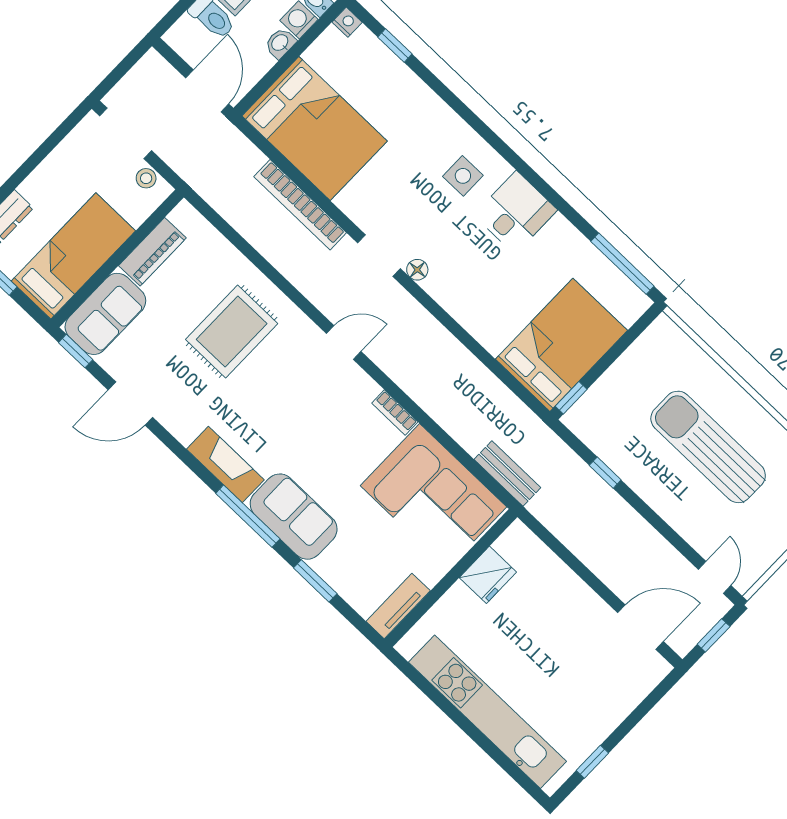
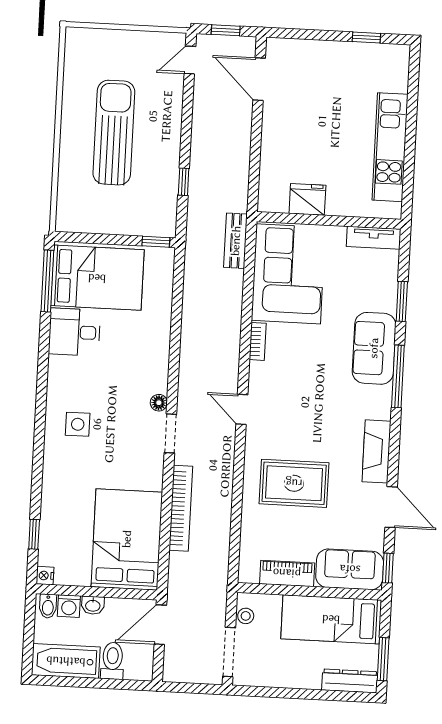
desk: (516, 212) -> (74, 332), moved
bed: (561, 345) -> (97, 278), moved, turned 180
sun lounger: (708, 447) -> (114, 133), turned 180
fireplace: (225, 464) -> (376, 451), moved
kitchen unit: (488, 712) -> (390, 147), width x0.73

